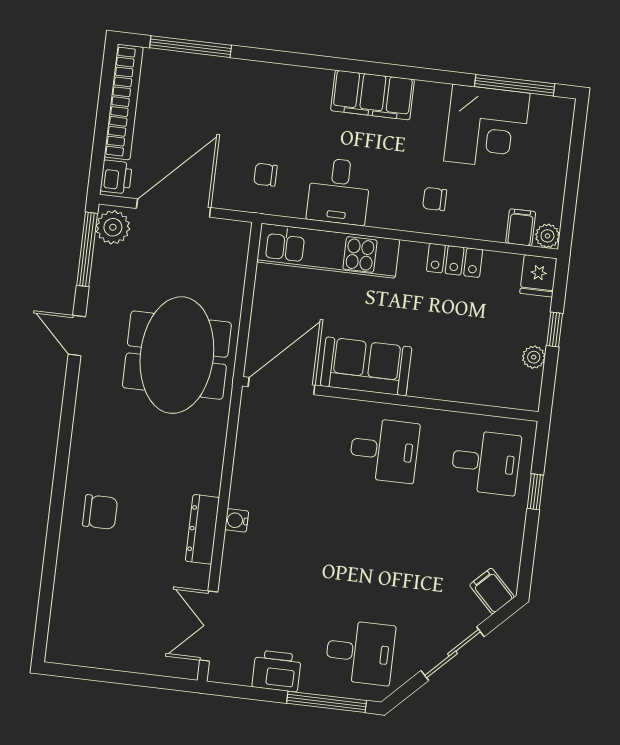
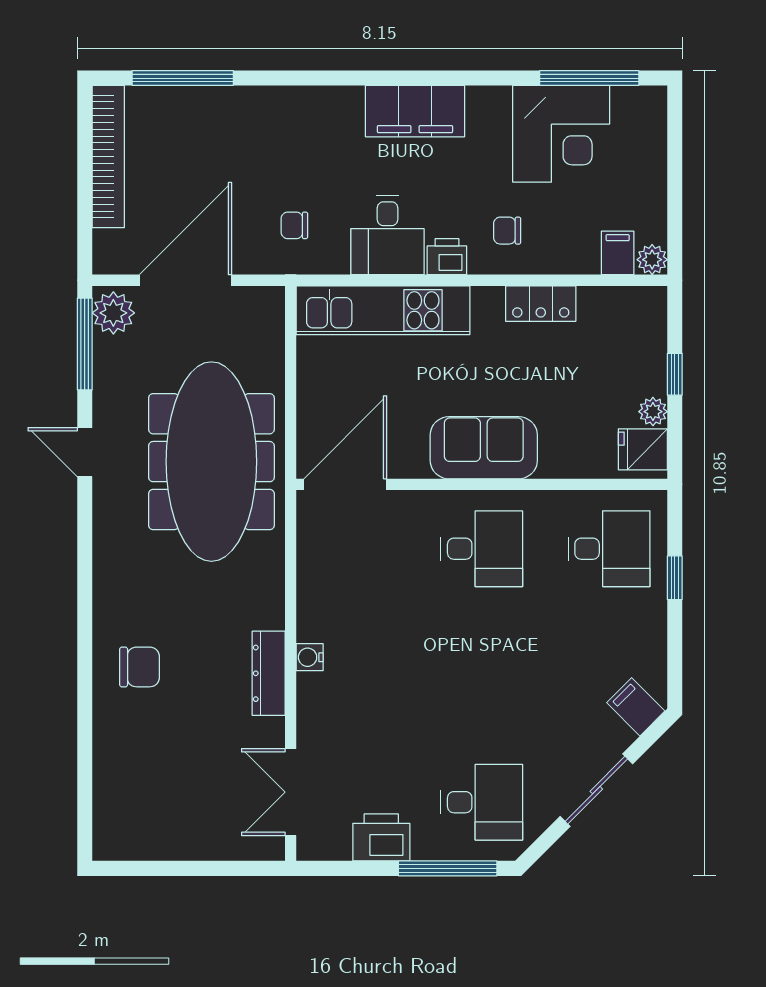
printer: (116, 177) -> (447, 257), moved, turned -90
fridge: (538, 276) -> (643, 449), moved, turned 90
meeting table: (177, 355) -> (211, 462), width x1.36
sofa: (366, 366) -> (484, 448), moved

